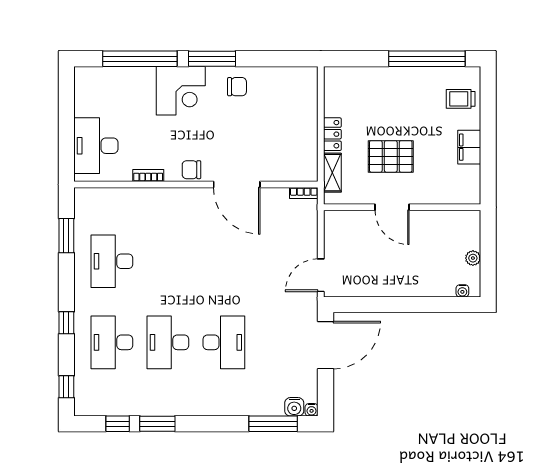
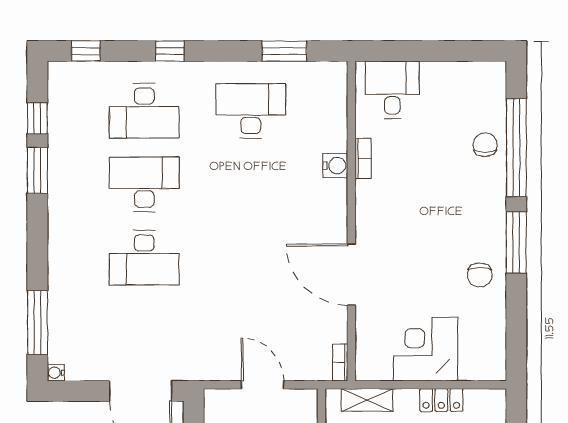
corner desk: (181, 91) -> (426, 349), moved, turned 90
locker: (332, 134) -> (441, 400), moved
desk: (96, 146) -> (392, 90), width x0.73
chair: (191, 170) -> (485, 145), moved
door: (237, 185) -> (351, 275), hinge flipped
door: (321, 275) -> (262, 385), moved
desk: (112, 342) -> (144, 111), turned 180
water cooler: (294, 407) -> (335, 166), moved, turned 180

